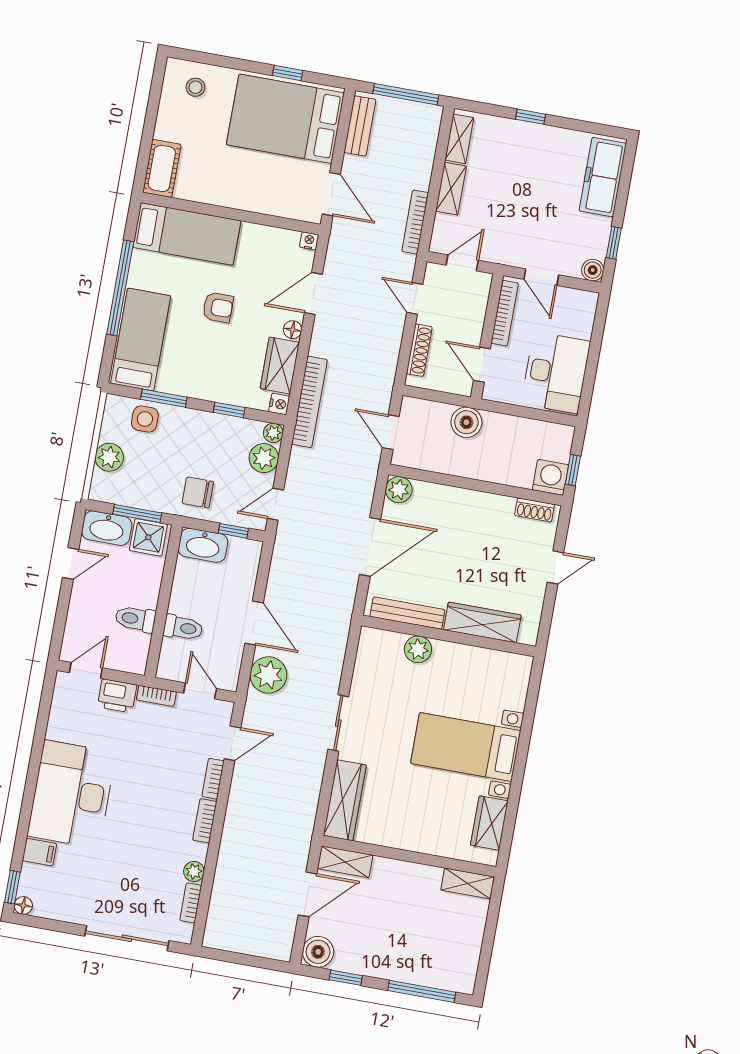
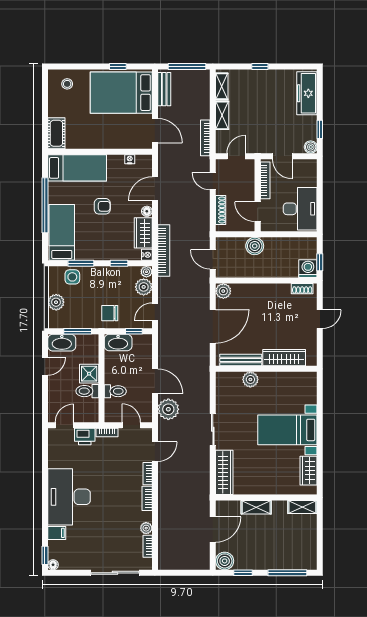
nightstand: (309, 241) -> (130, 159), moved
shower: (148, 537) -> (89, 374), moved
shelving: (345, 862) -> (256, 507), moved

